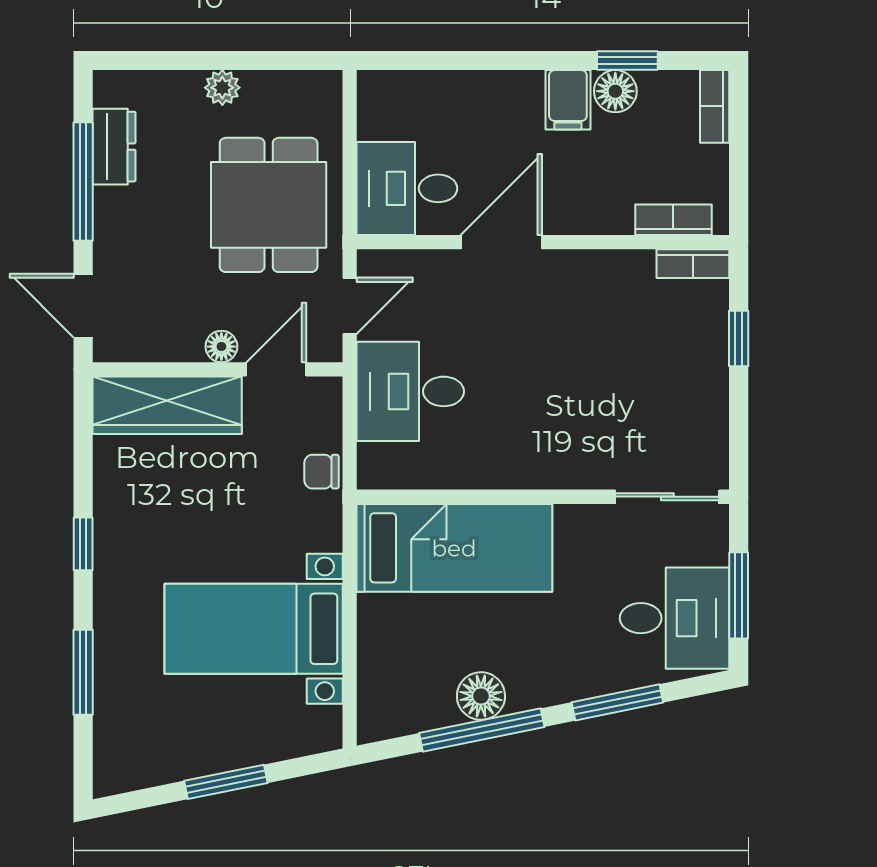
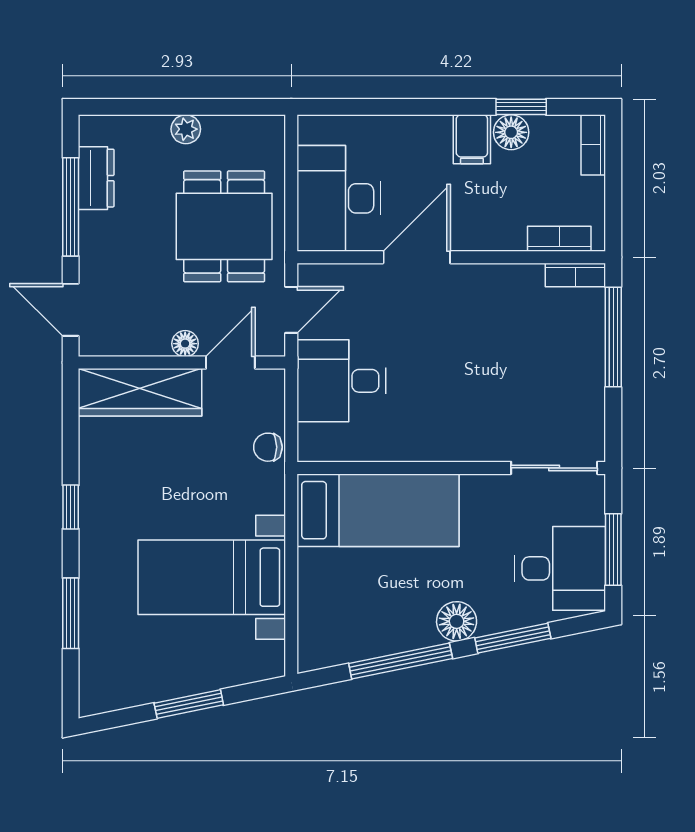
desk: (407, 188) -> (339, 198), width x1.37
window: (739, 339) -> (613, 337), width x2.17
floor lamp: (481, 696) -> (457, 621), moved

